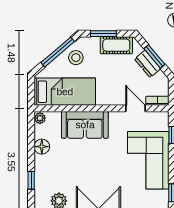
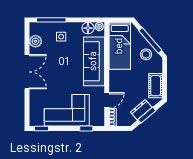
window: (103, 34) -> (165, 76), removed
sofa: (85, 125) -> (94, 61), width x1.36
floor lamp: (42, 147) -> (88, 28), moved
side table: (53, 167) -> (61, 37), added
window: (31, 180) -> (51, 20), width x2.17

